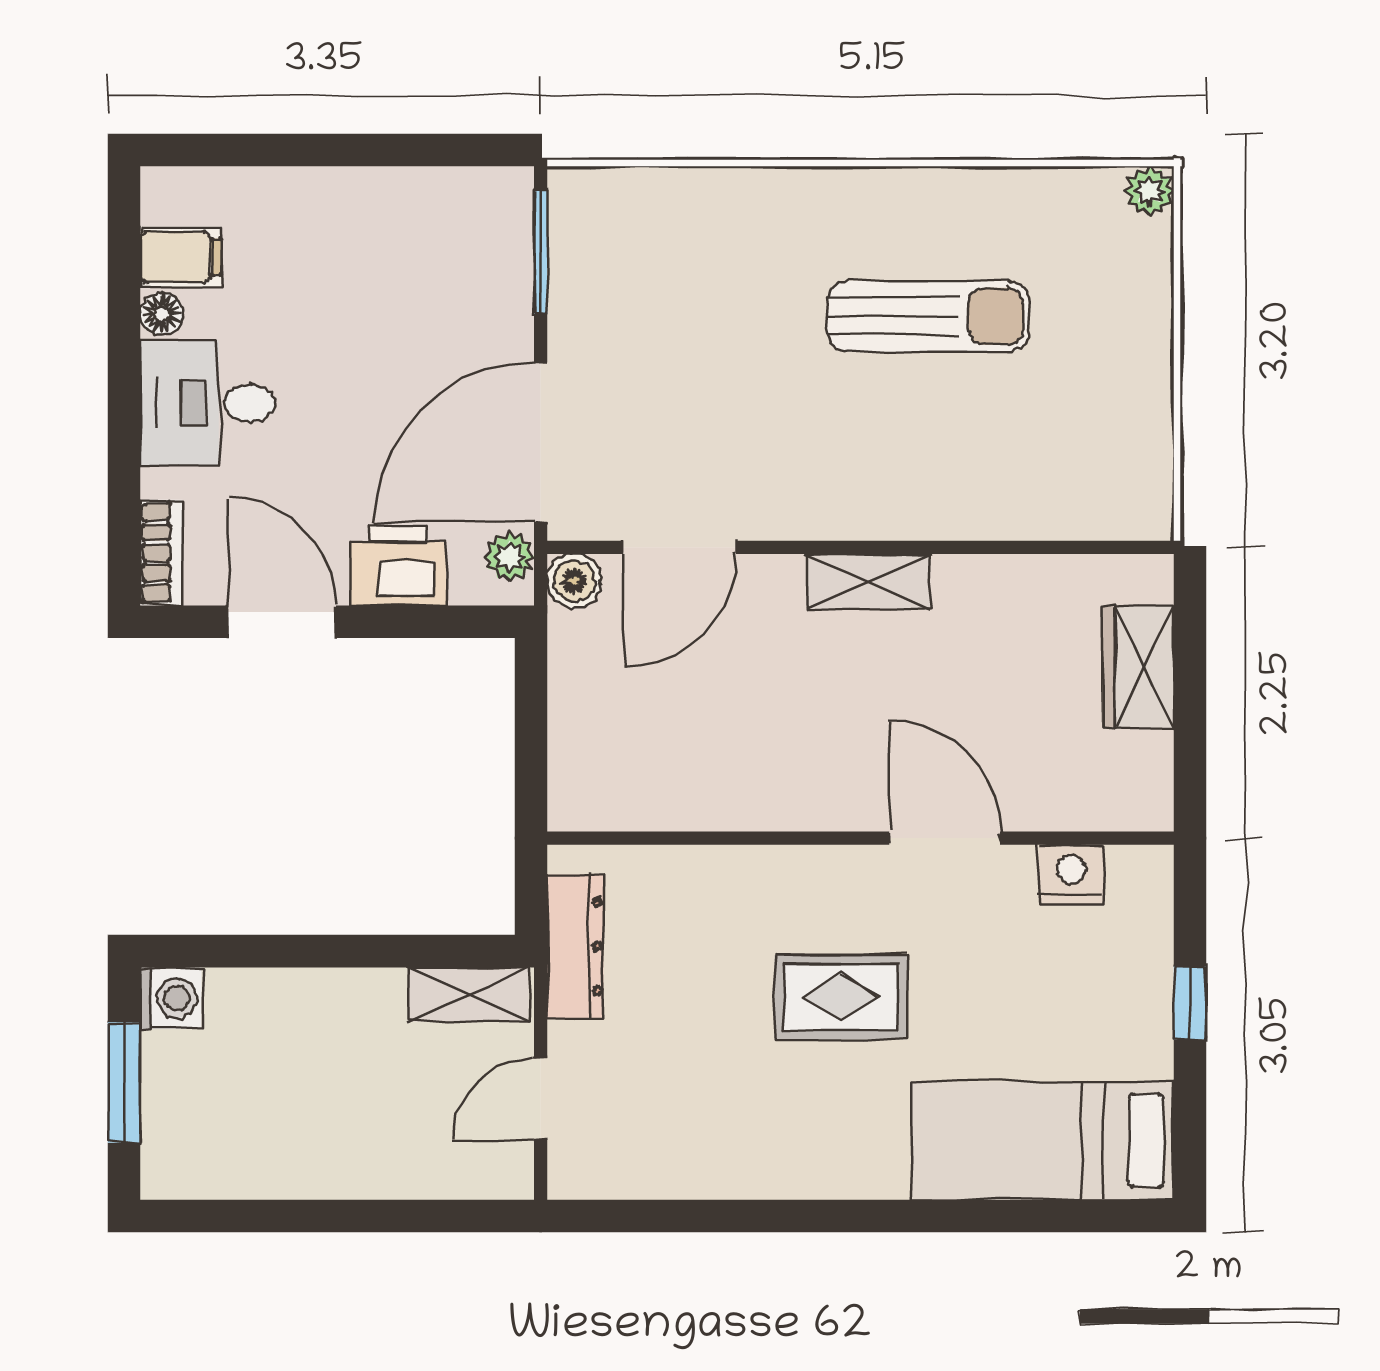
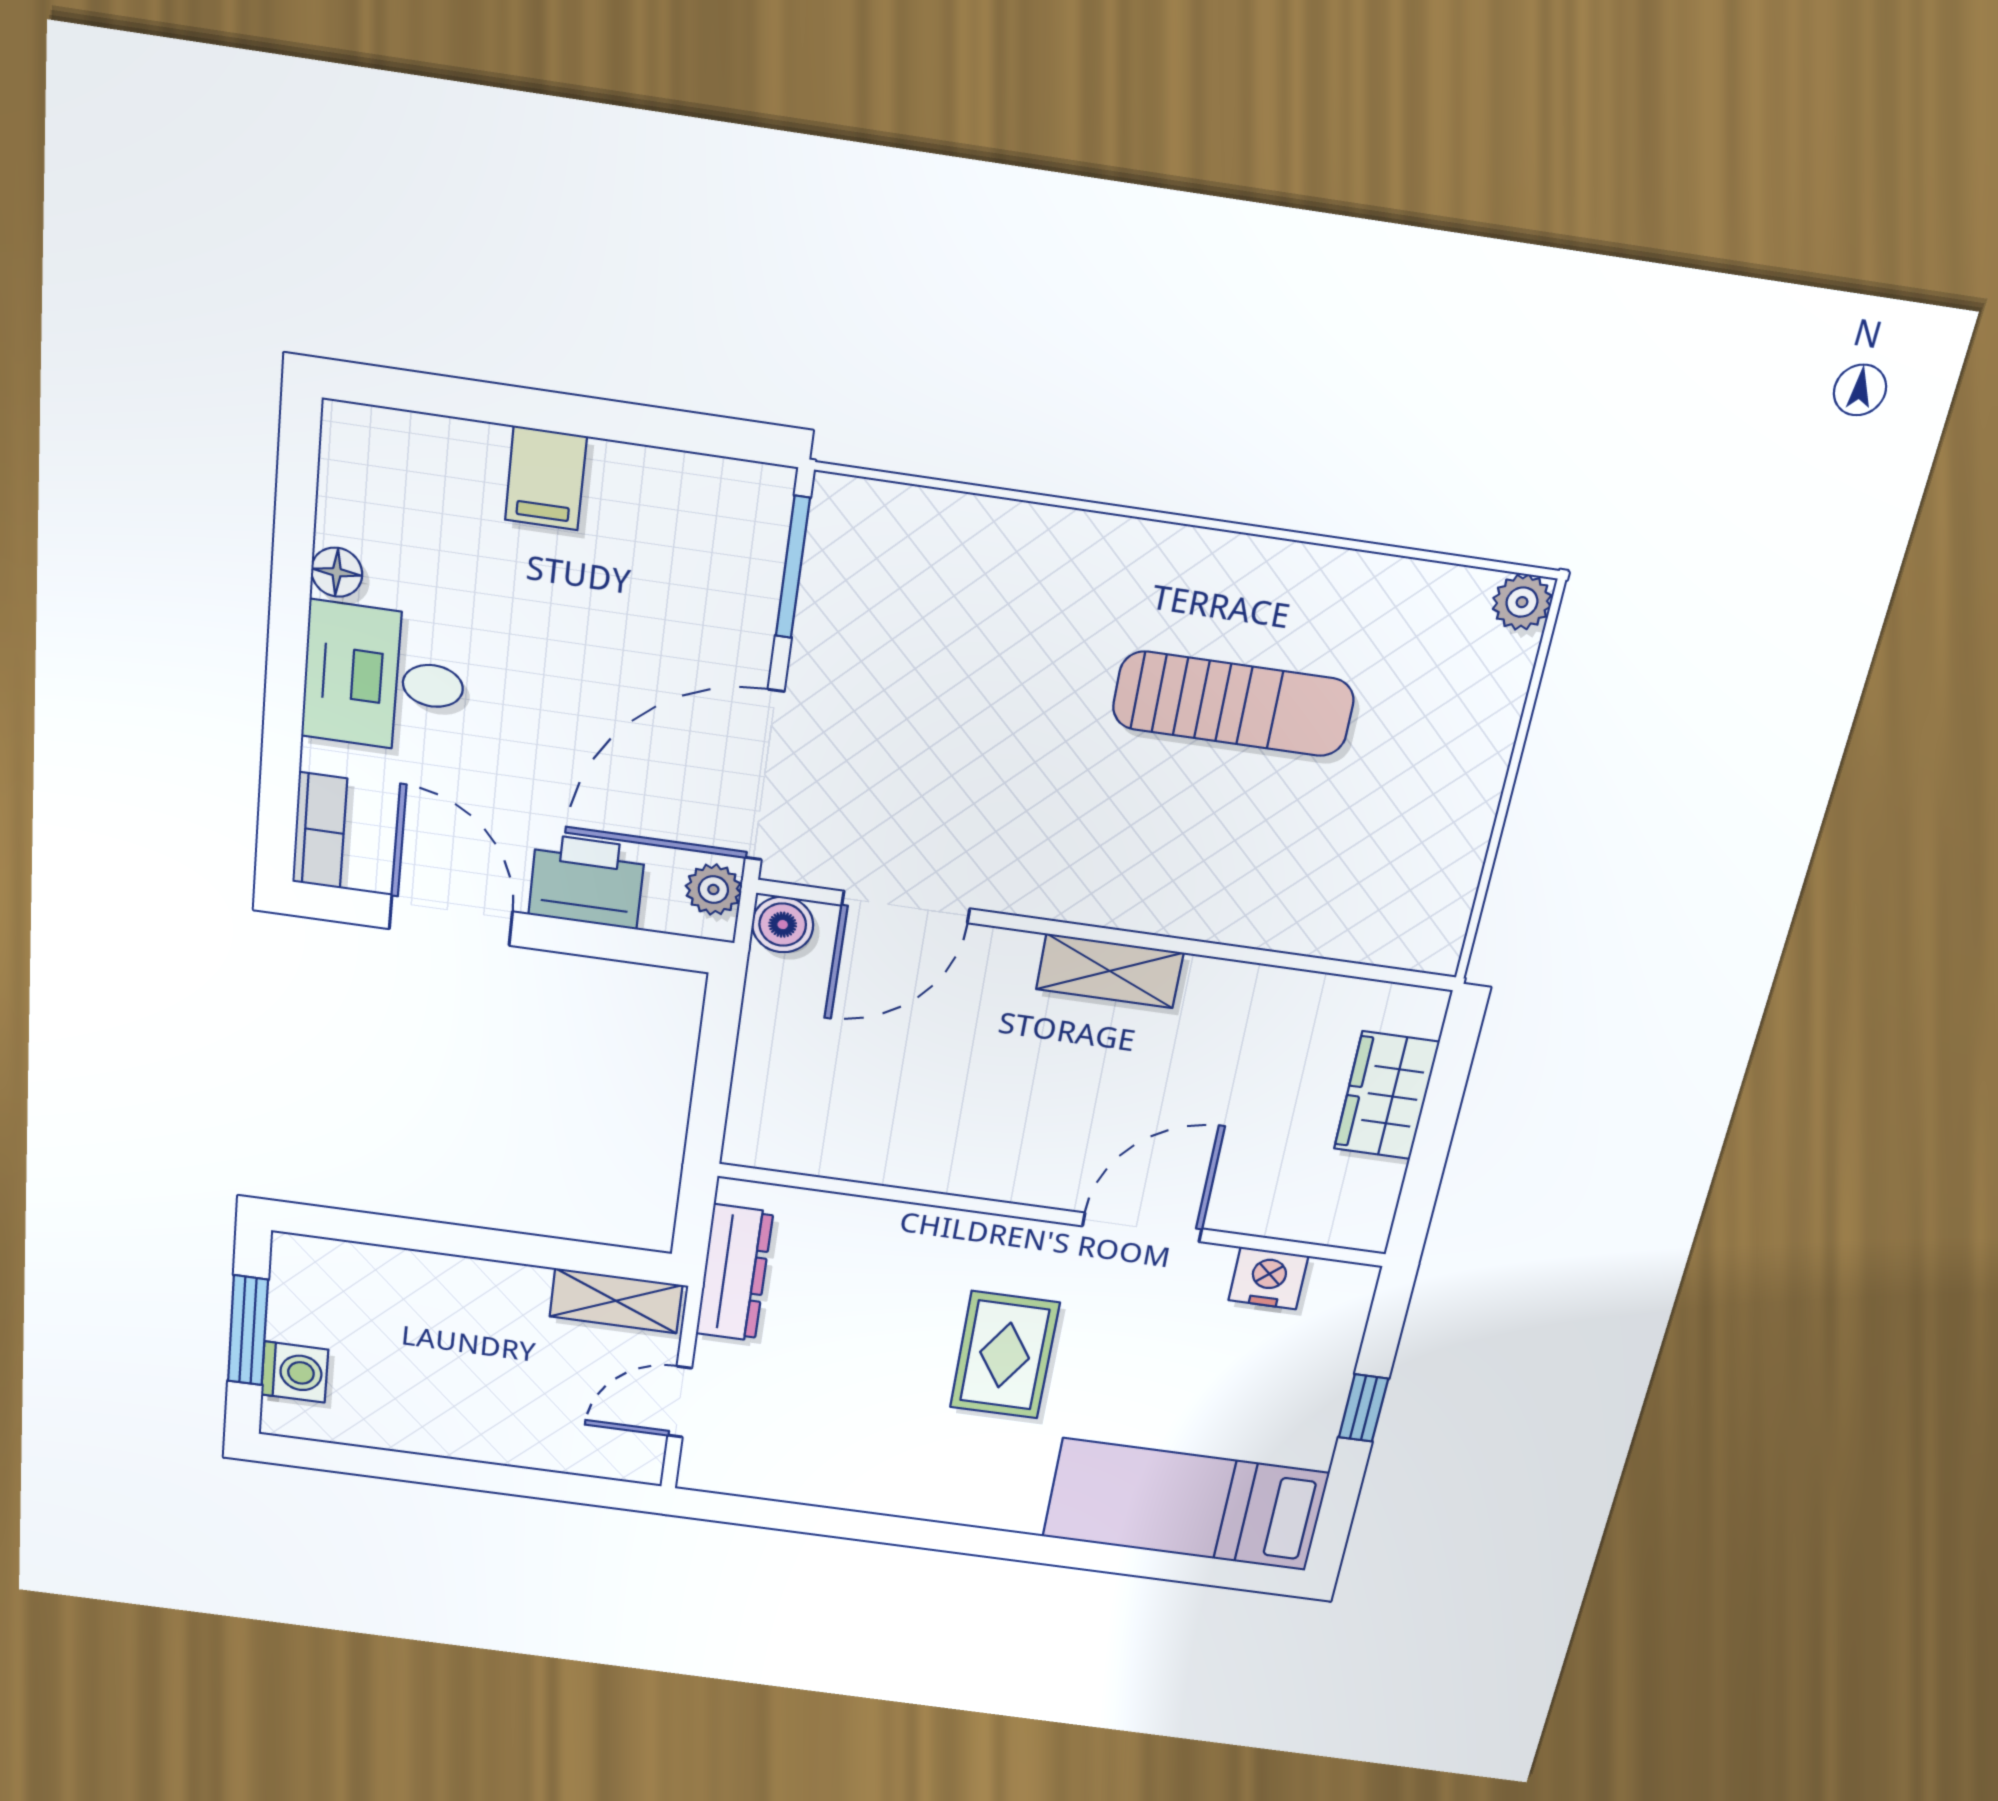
filing cabinet: (181, 257) -> (546, 478), moved, turned 90
door: (945, 838) -> (1142, 1227), hinge flipped
rug: (841, 997) -> (1005, 1355), turned 90
washing machine: (171, 998) -> (295, 1372), moved

